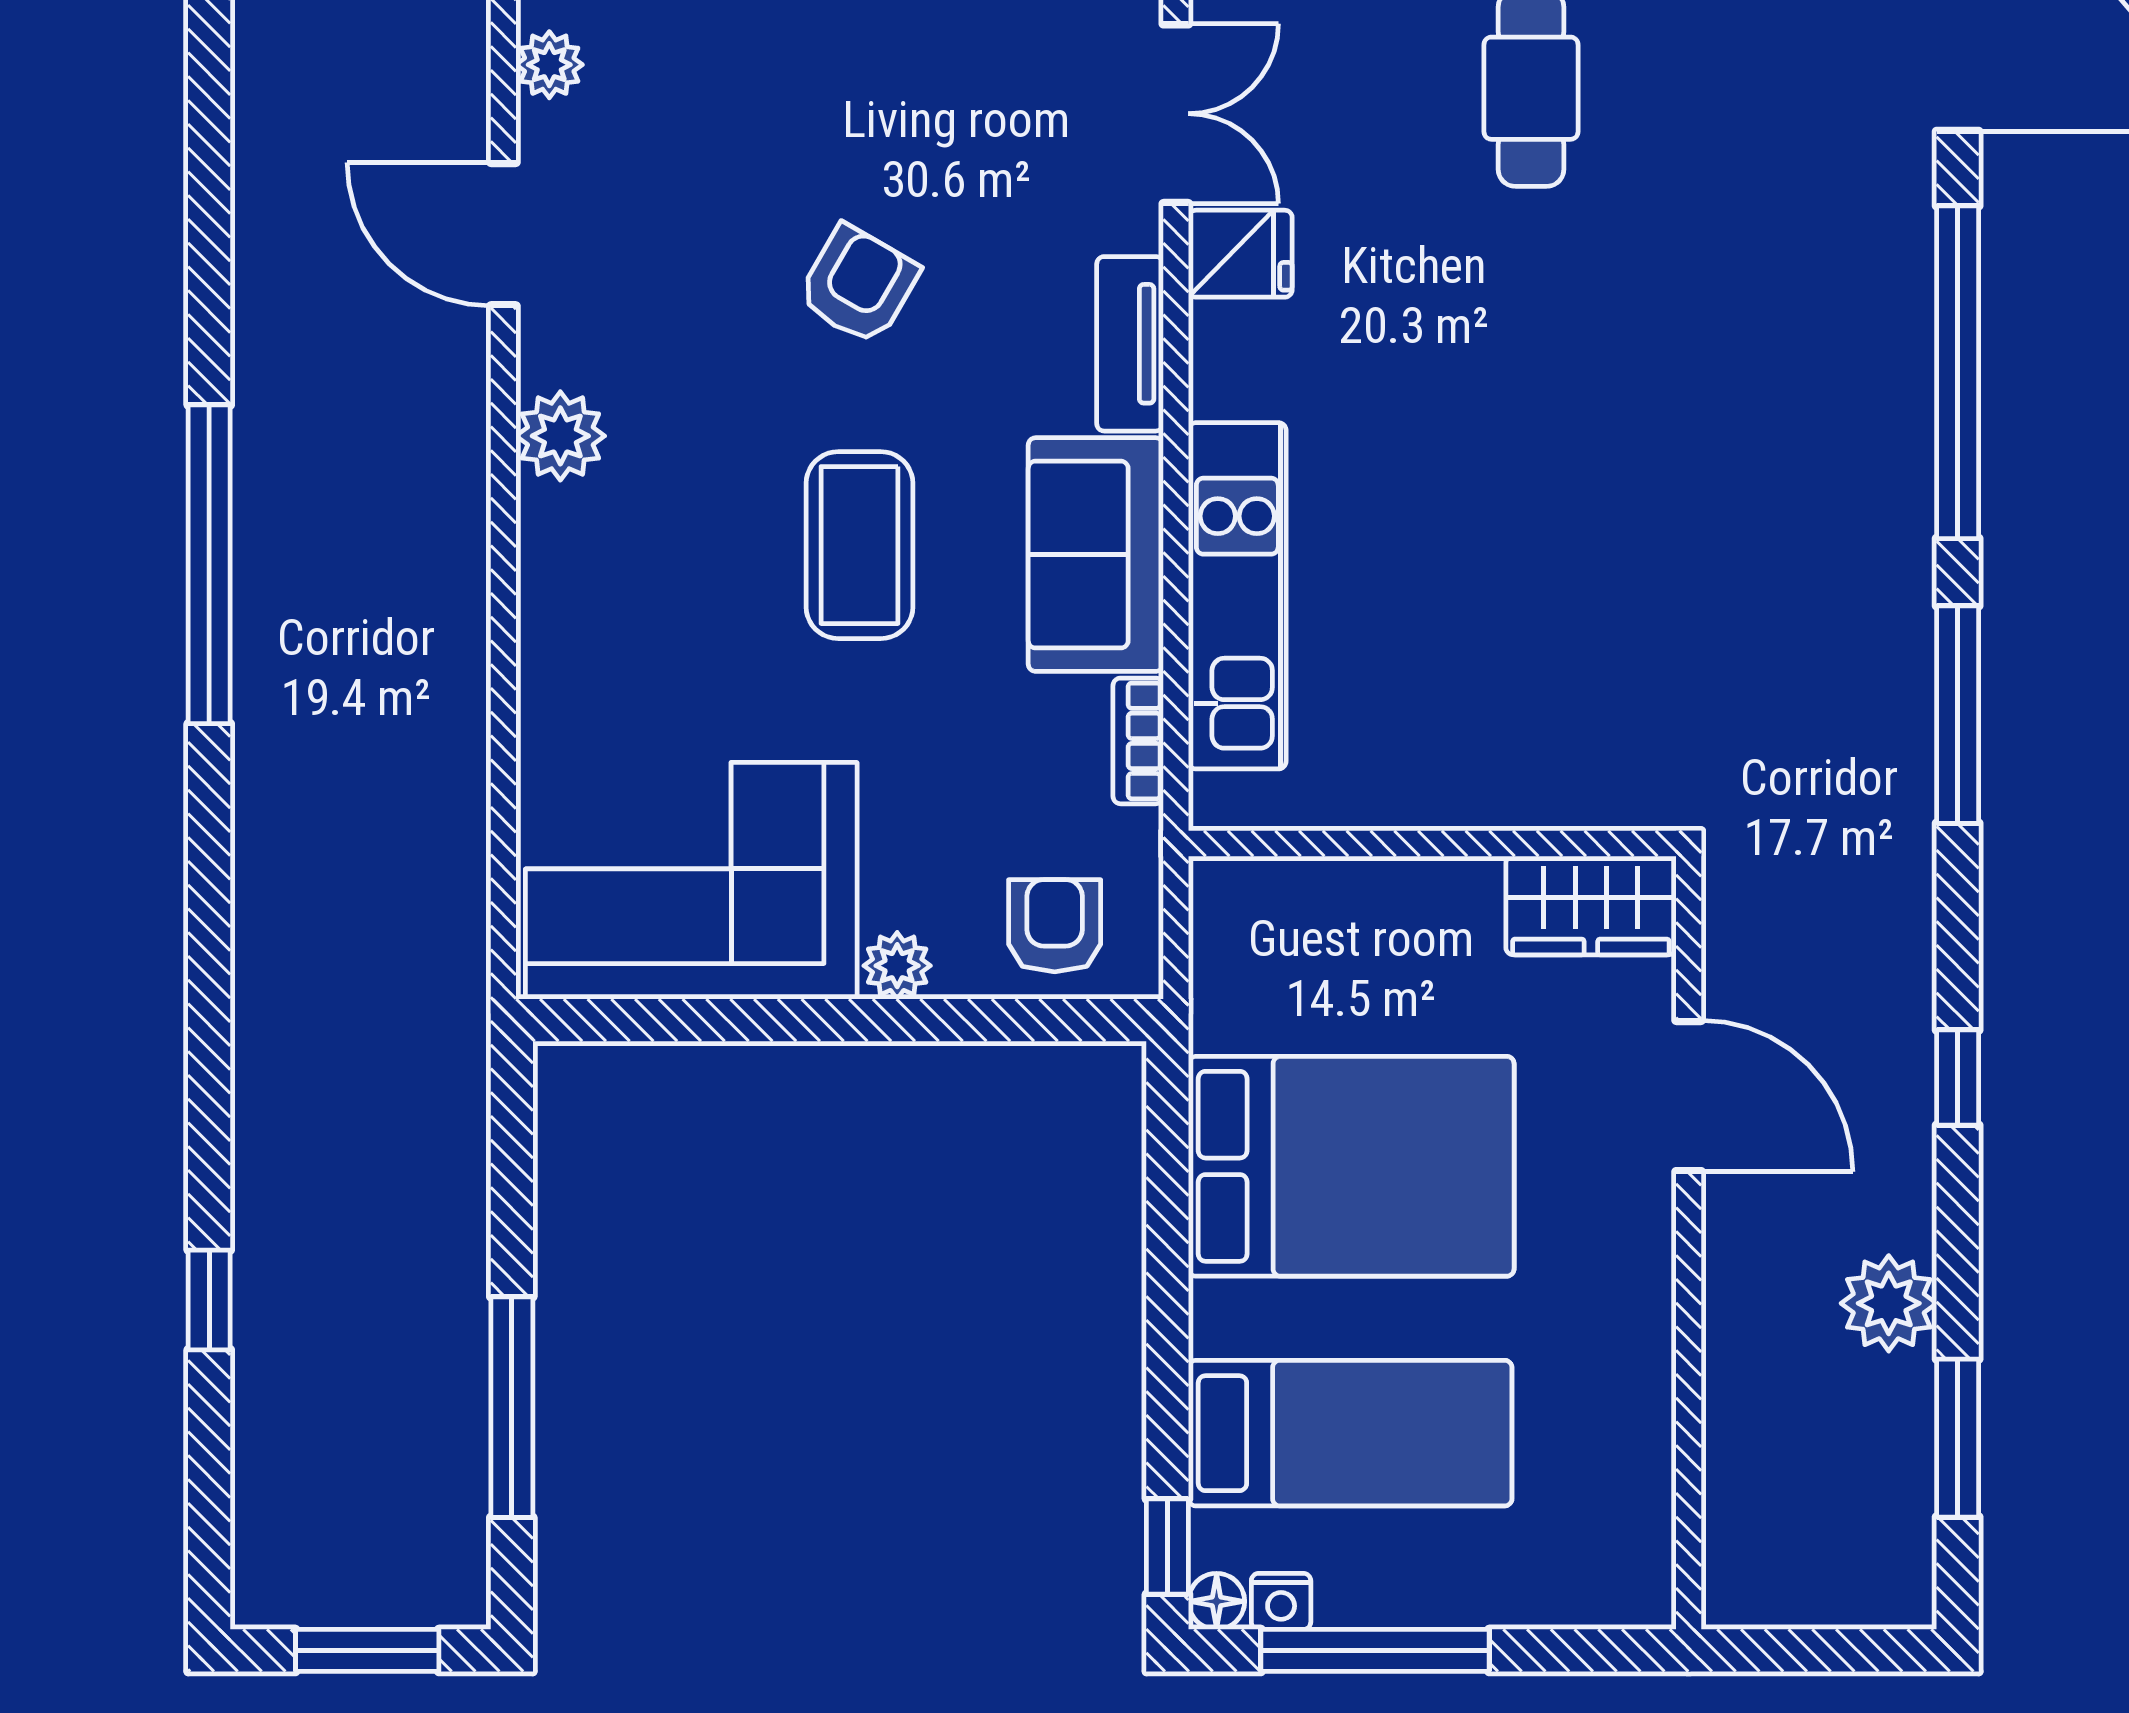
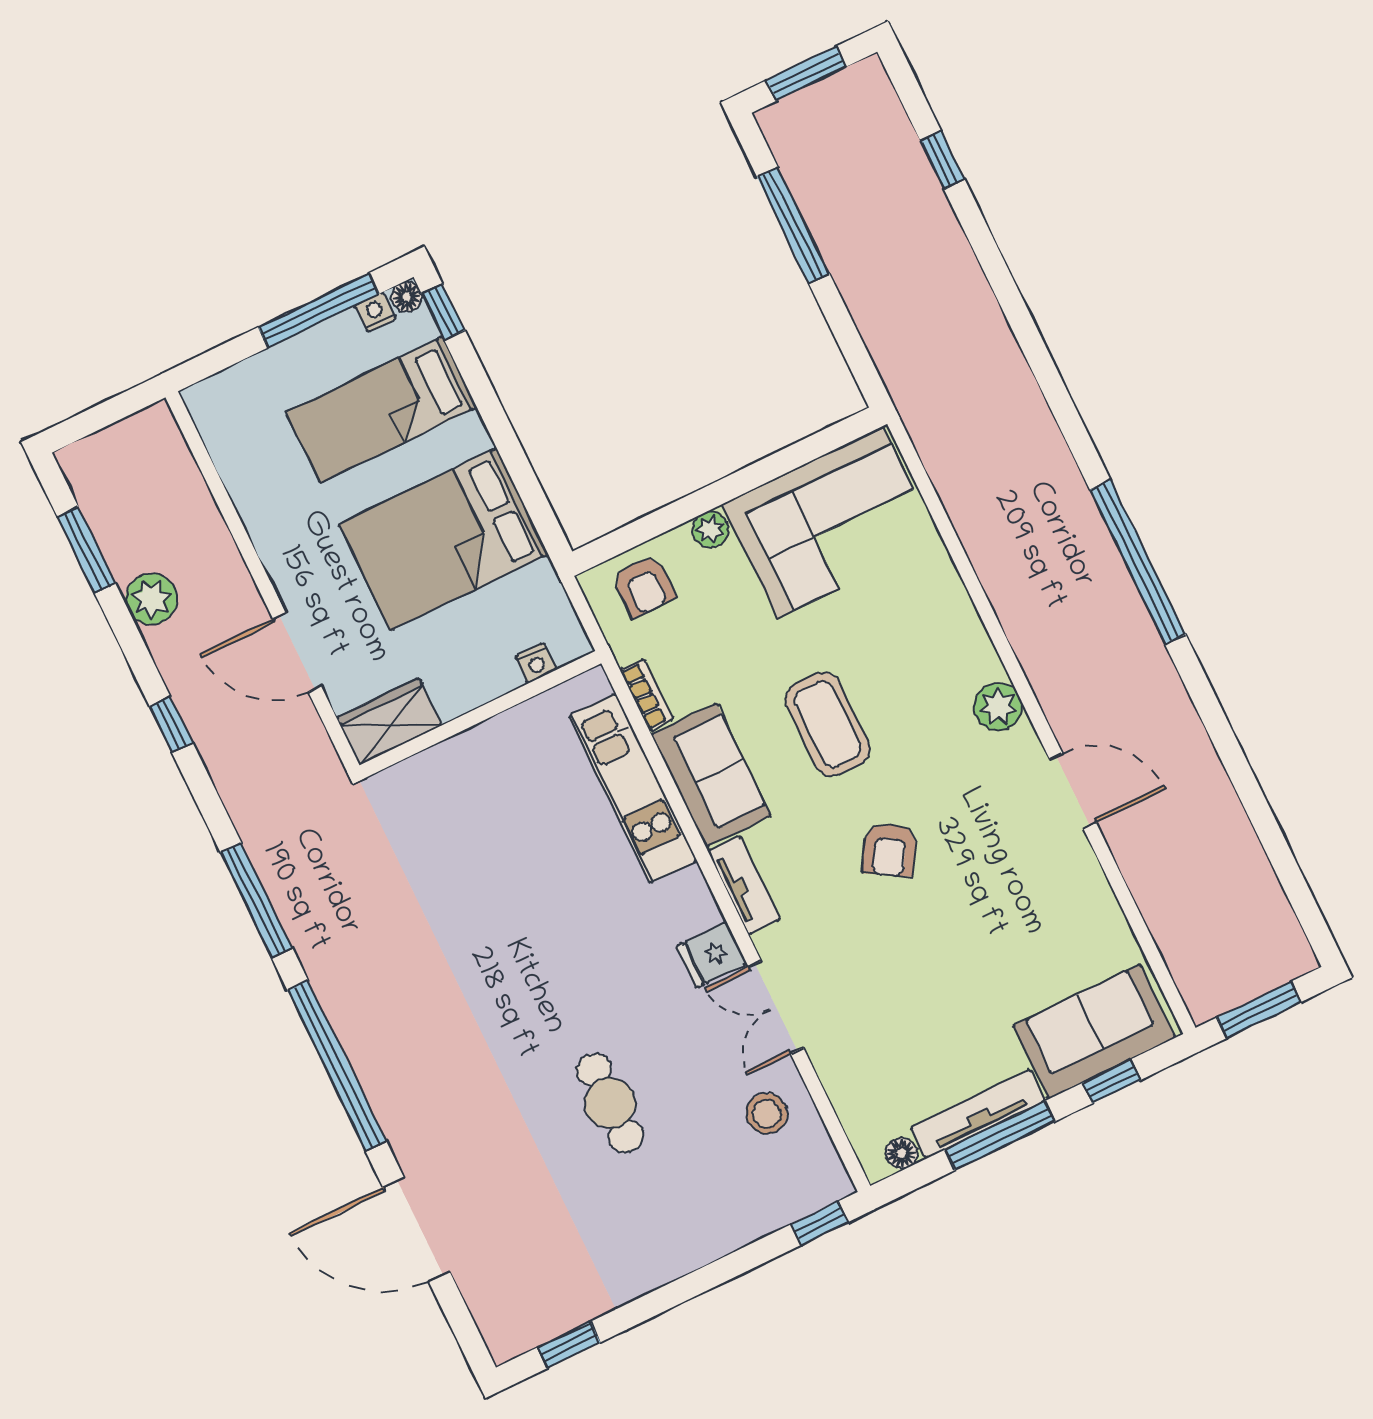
plant: (549, 65) -> (1091, 884), removed
nightstand: (1298, 884) -> (536, 663), added
window: (209, 1300) -> (942, 160), moved

